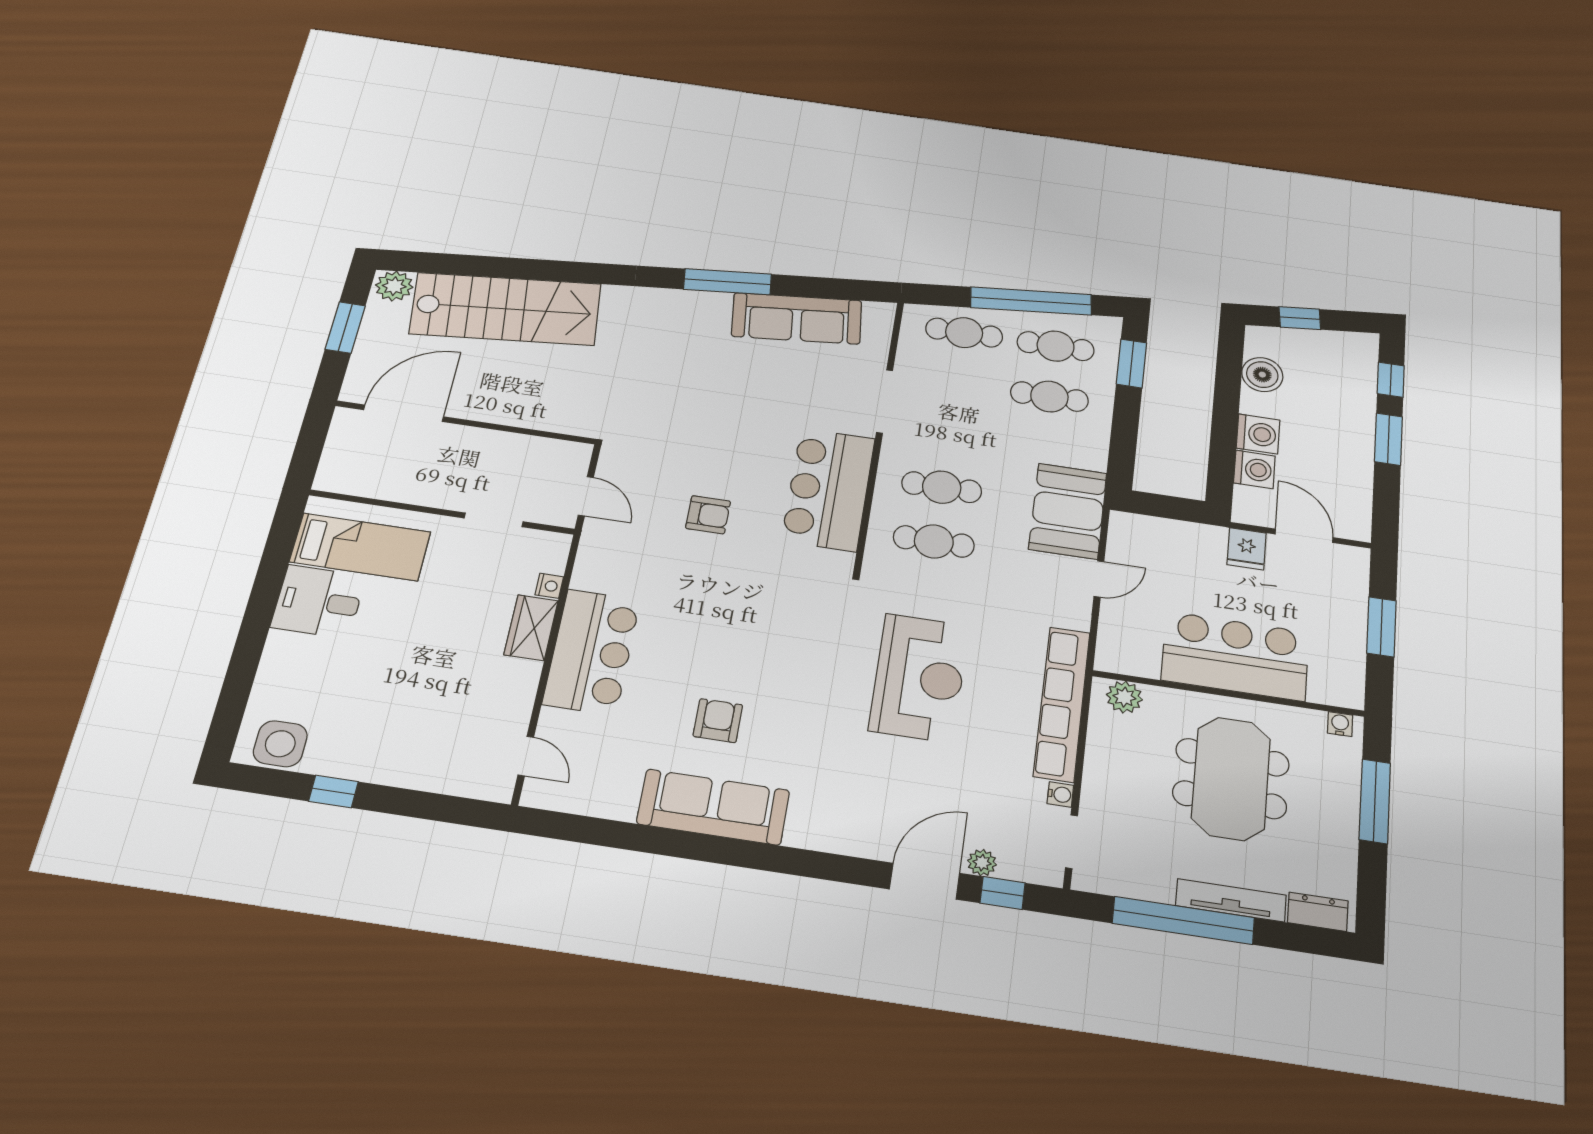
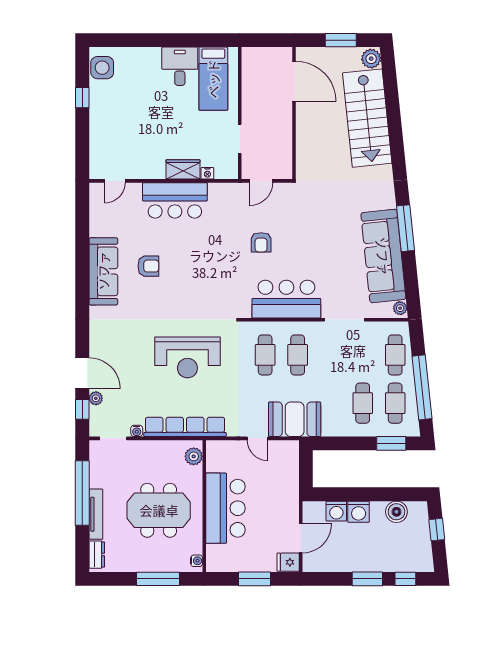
plant: (877, 312) -> (400, 308), added
sofa: (797, 318) -> (383, 256), width x1.36, depth x1.27
fridge: (1247, 549) -> (288, 562), moved

